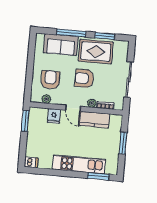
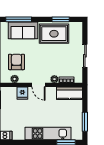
window: (71, 33) -> (19, 19), moved
armchair: (84, 78) -> (46, 58), removed
sliding door: (129, 80) -> (85, 56), width x0.73
kitchen counter: (95, 120) -> (70, 93), moved
window: (123, 143) -> (85, 122), moved

